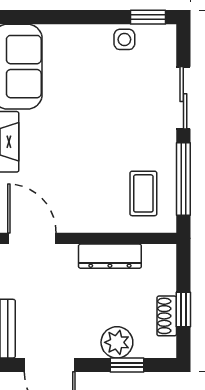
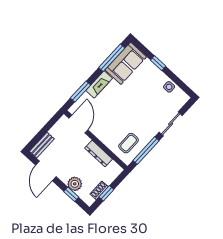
window: (148, 17) -> (158, 63), moved

